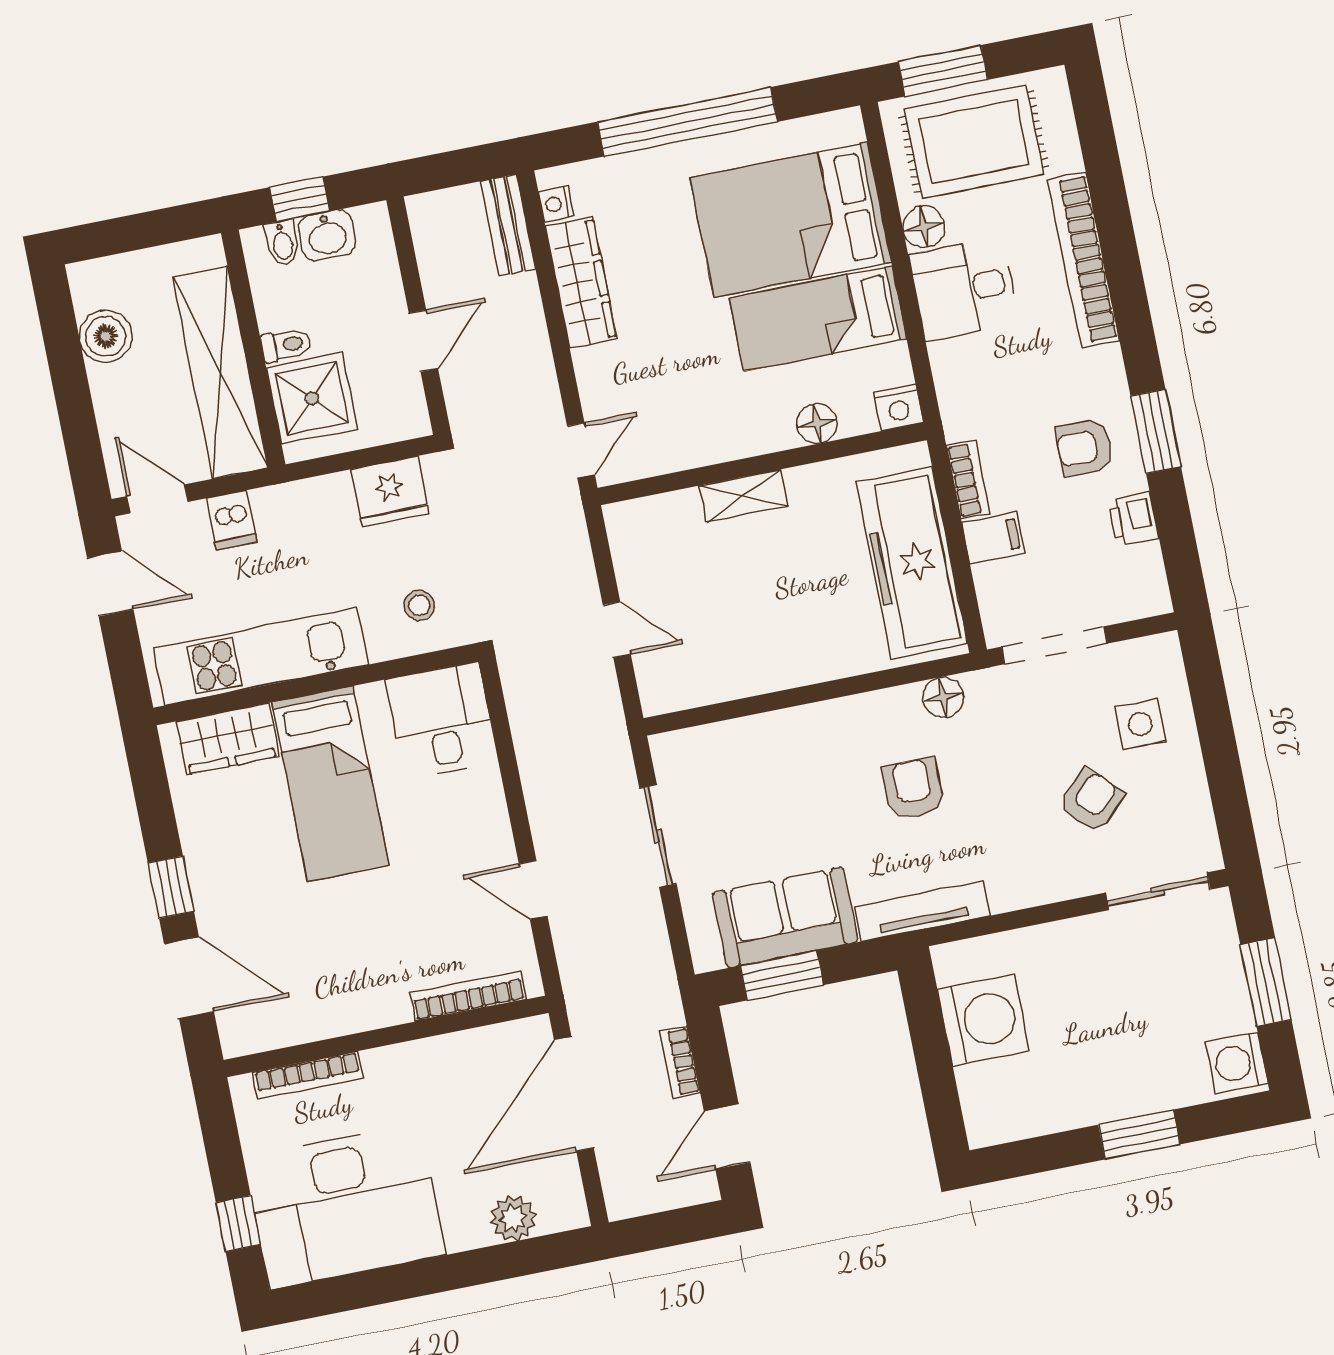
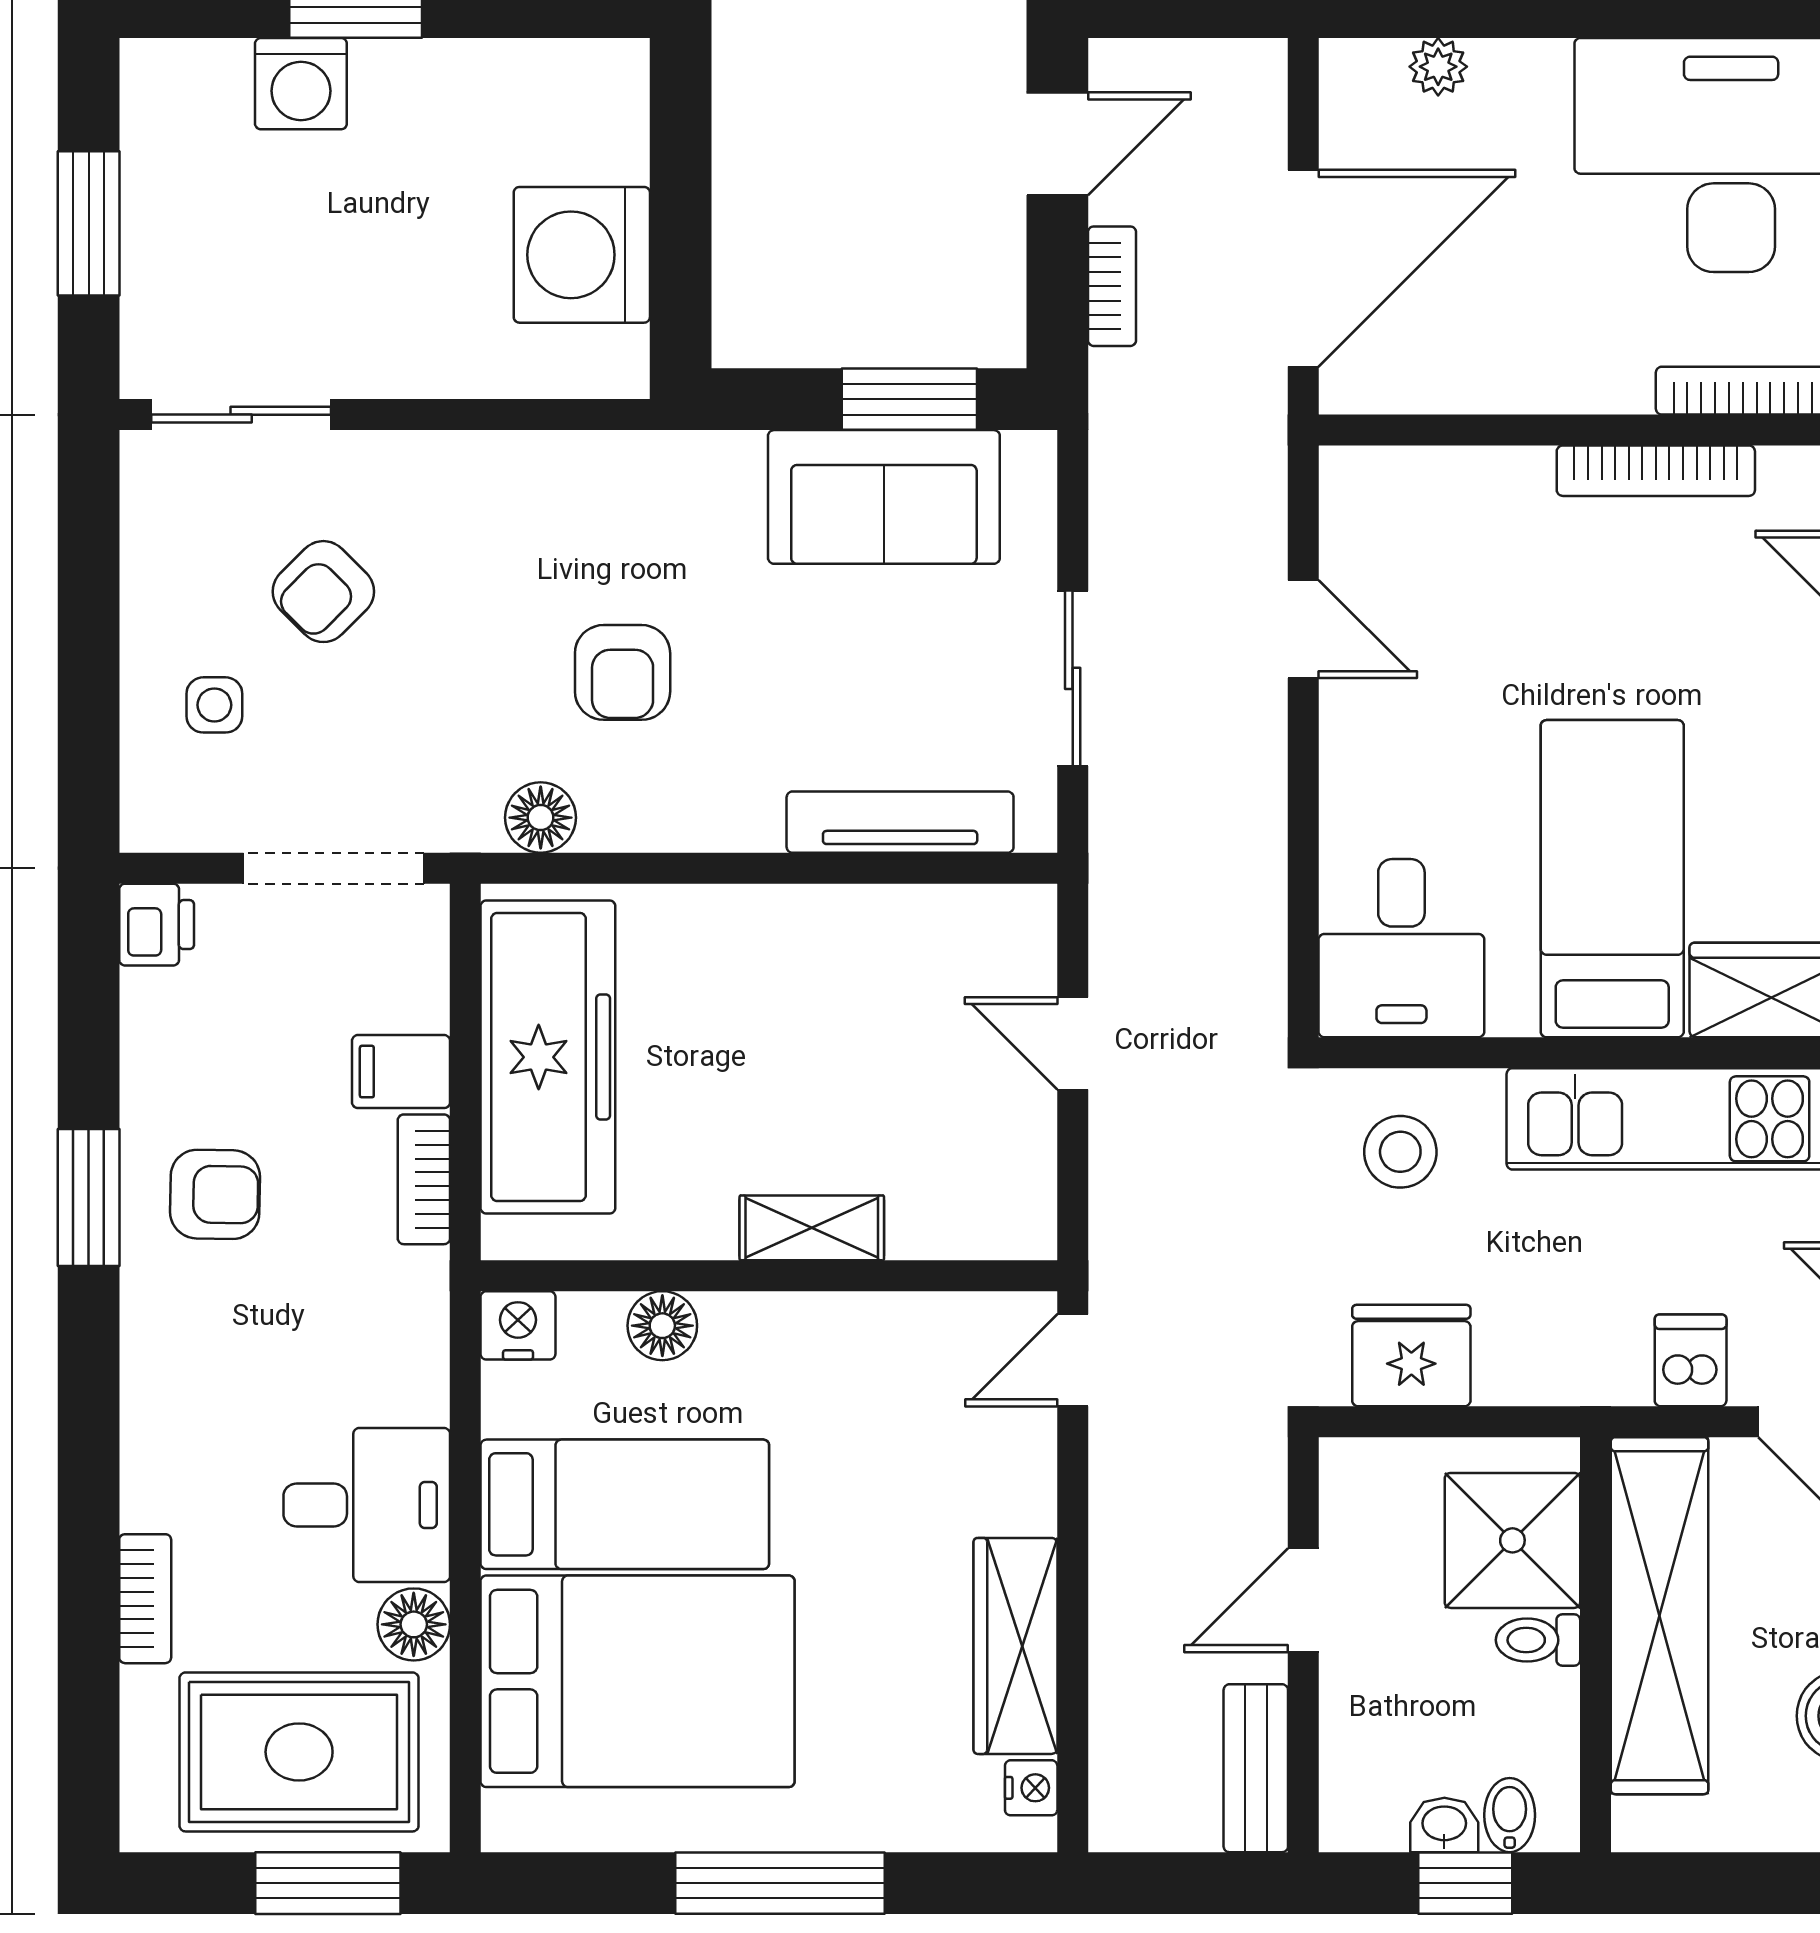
window: (687, 122) -> (780, 1883), width x0.68
bench: (508, 225) -> (1256, 1768), moved
washbasin: (327, 235) -> (1444, 1825), width x0.72, depth x0.69
bookcase: (1083, 260) -> (145, 1599), width x0.43, depth x0.76
printer: (1133, 519) -> (157, 925), moved
stool: (419, 605) -> (1400, 1152), width x1.37, depth x1.37
side table: (1140, 724) -> (214, 705), width x0.73, depth x0.73
tv unit: (922, 911) -> (900, 822), moved, turned 180
bookcase: (468, 996) -> (1656, 471), moved
washing machine: (1237, 1063) -> (301, 84), moved, turned 90
plant: (513, 1218) -> (1438, 67), width x0.73, depth x0.73

